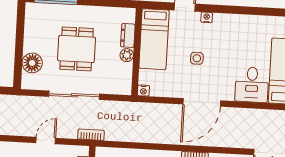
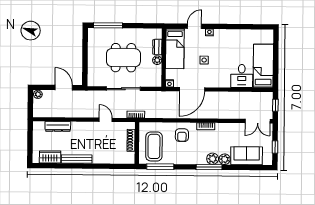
dining table: (77, 49) -> (123, 58), width x1.38
floor lamp: (32, 63) -> (94, 68), removed
door: (202, 102) -> (192, 89), moved
door: (46, 140) -> (106, 120), hinge flipped

